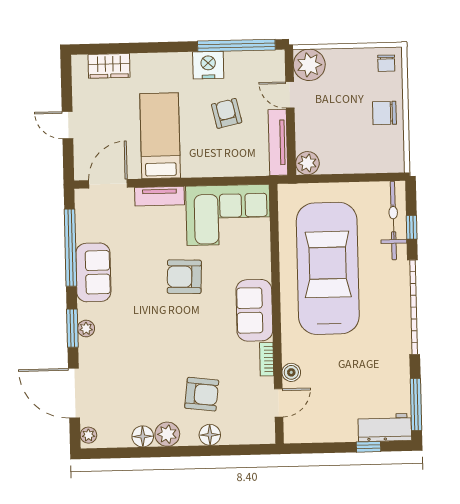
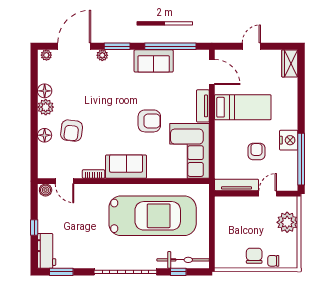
chair: (386, 63) -> (273, 261), moved
plant: (309, 65) -> (287, 222), moved
wardrobe: (109, 66) -> (290, 63), moved
armchair: (227, 113) -> (256, 152), turned -77
plant: (307, 163) -> (222, 204), removed
armchair: (184, 277) -> (149, 121), turned 88
plant: (86, 329) -> (102, 55), moved
boiler: (291, 372) -> (46, 190), moved
window: (416, 405) -> (61, 272), width x0.69
window: (368, 447) -> (34, 227), moved

